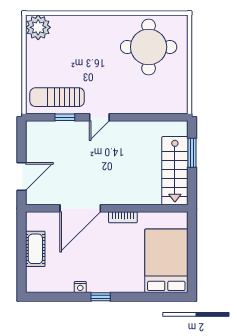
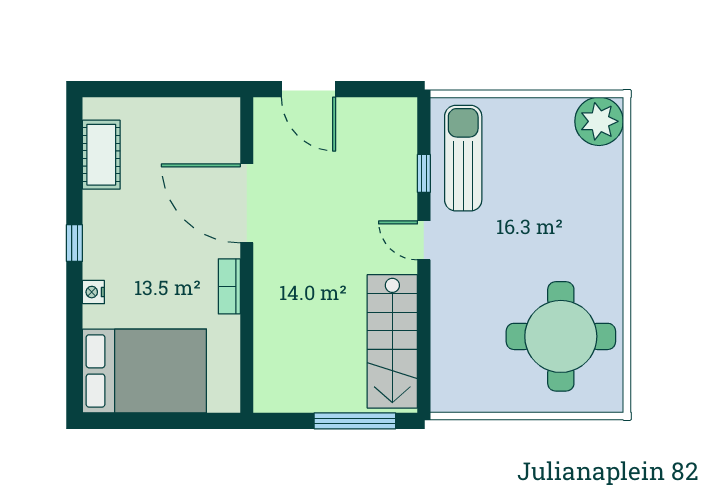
window: (192, 153) -> (355, 421), width x1.44
stairs: (175, 171) -> (392, 341), moved, turned -90
cot: (35, 249) -> (101, 155), moved, turned 90
nightstand: (80, 287) -> (93, 292), moved

